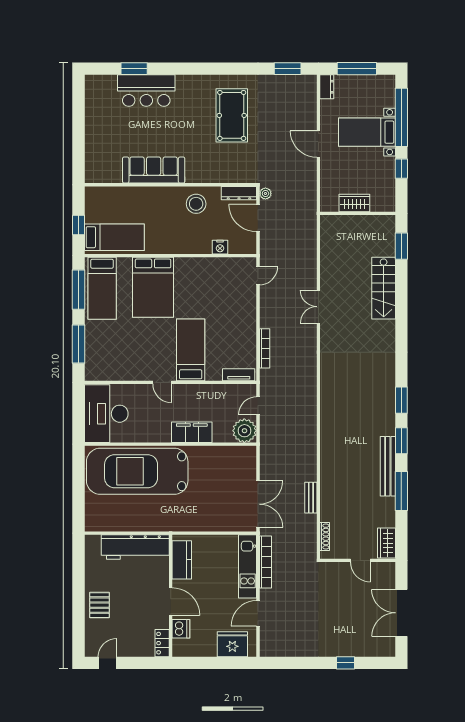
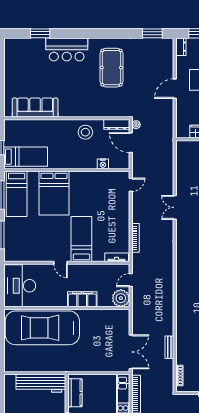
bar counter: (146, 91) -> (67, 49), moved
door: (318, 144) -> (175, 89), hinge flipped
sofa: (154, 170) -> (35, 108), moved

